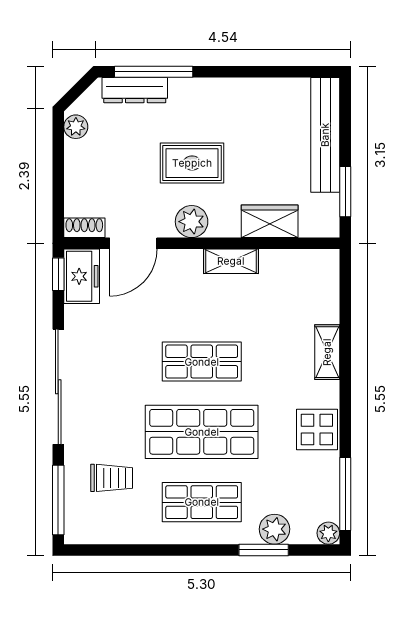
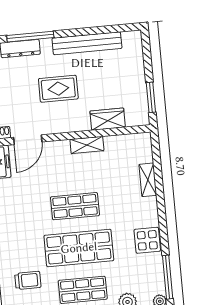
bench: (325, 135) -> (87, 43), moved, turned 90
plant: (192, 222) -> (61, 124), removed
shelving: (327, 352) -> (148, 180), moved

